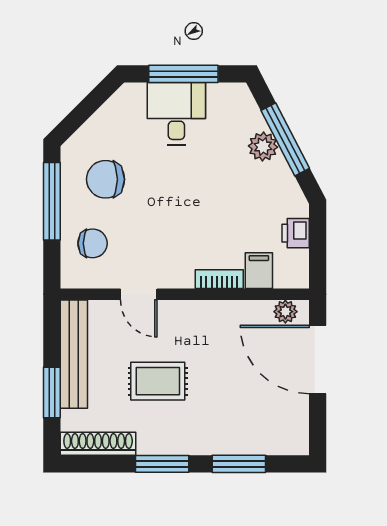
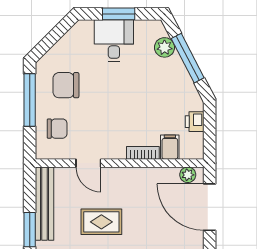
window: (183, 74) -> (119, 14), width x0.69
plant: (263, 147) -> (165, 47), moved

